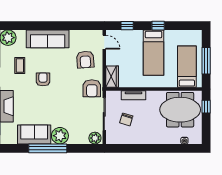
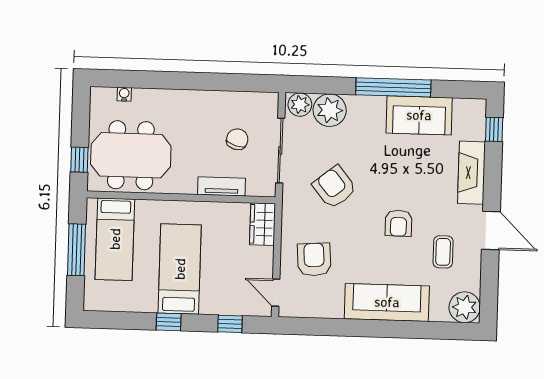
armchair: (92, 88) -> (335, 187), moved, turned -39
plant: (60, 136) -> (330, 110), moved

